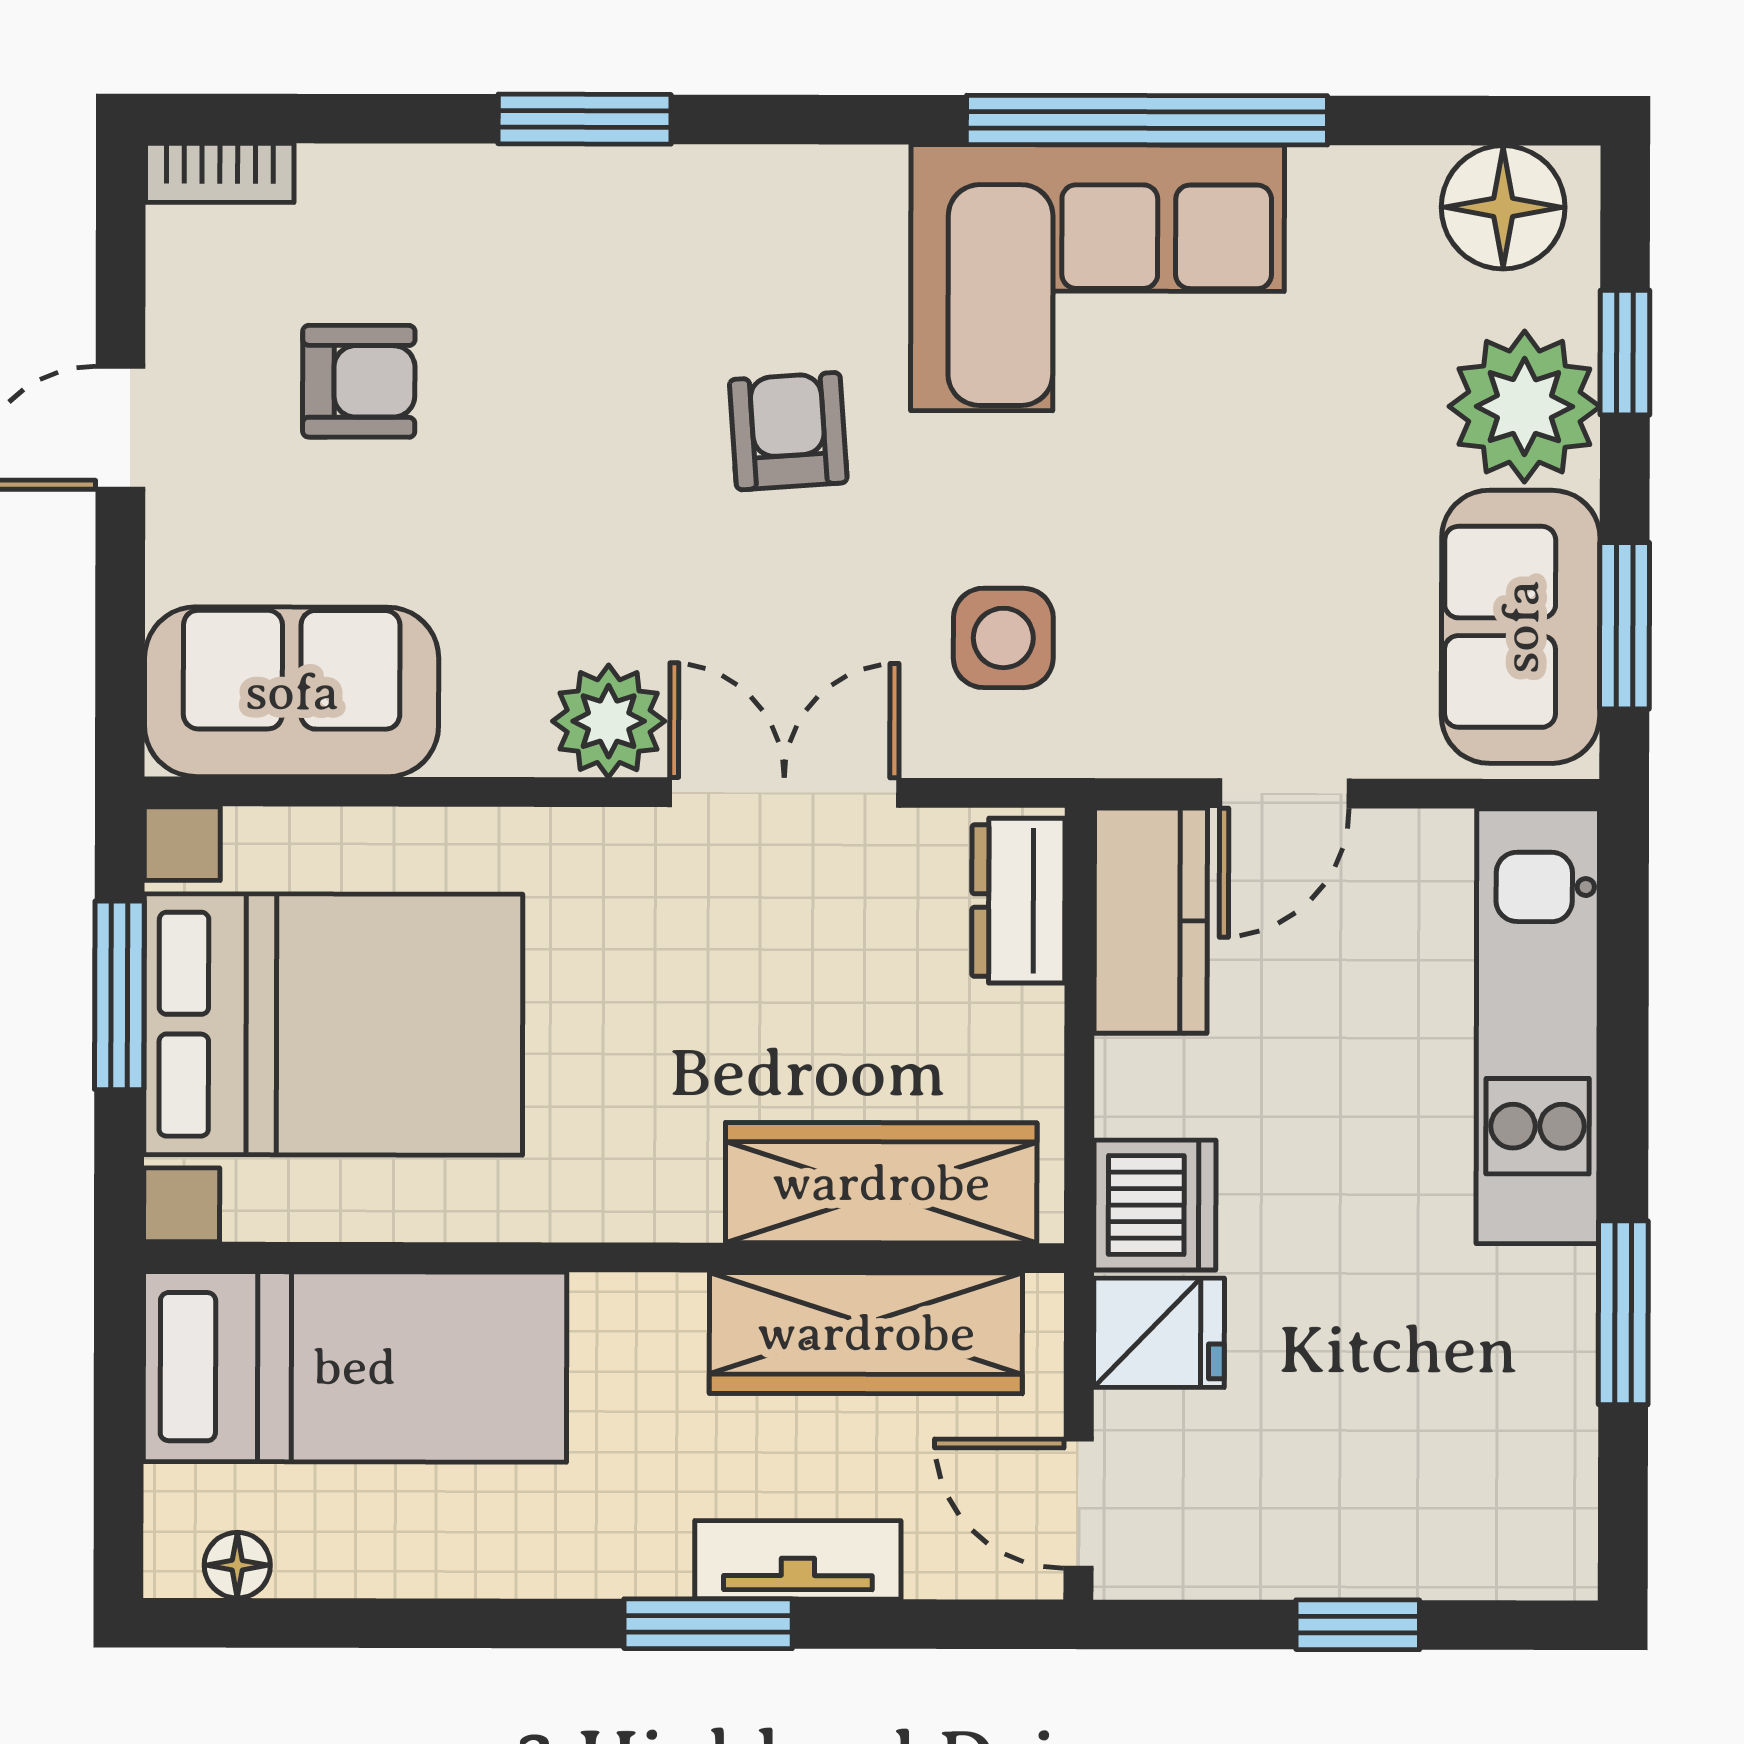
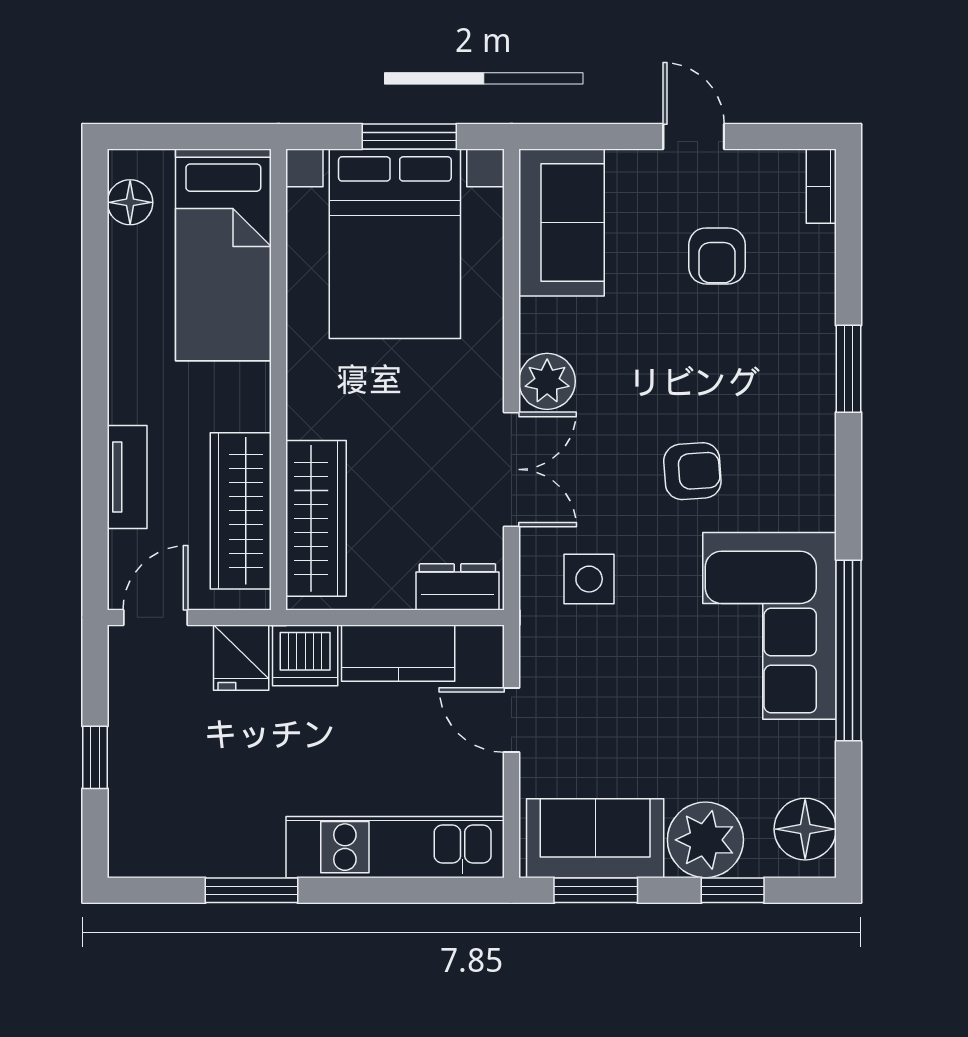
kitchen counter: (1151, 921) -> (398, 653), moved
floor lamp: (237, 1565) -> (130, 202), width x1.37, depth x1.37
window: (708, 1624) -> (95, 432), removed

